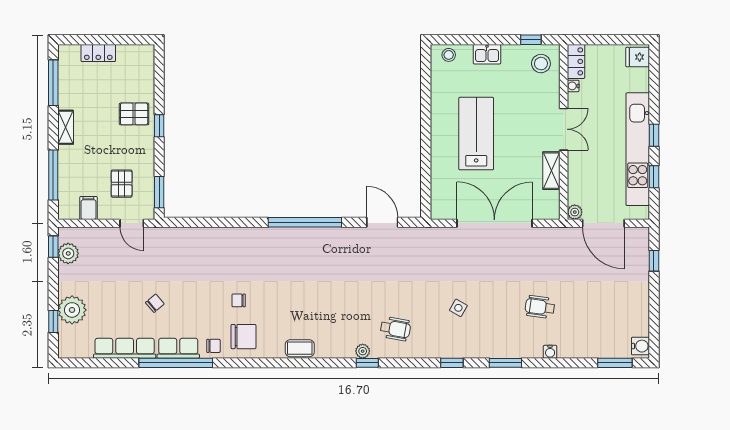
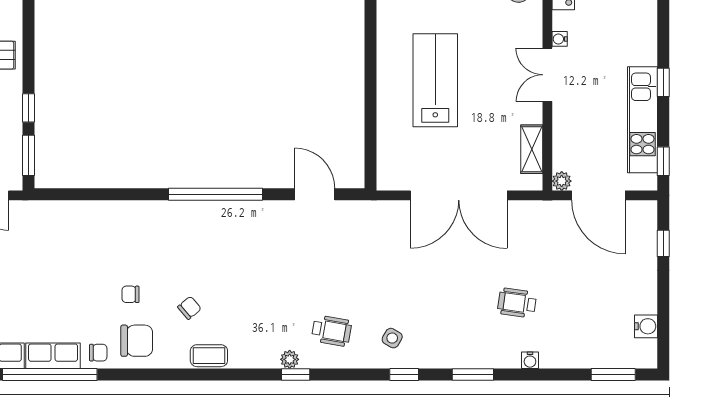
water cooler: (573, 86) -> (560, 39), moved
window: (159, 126) -> (29, 108), moved
double door: (564, 129) -> (547, 75), swing flipped
kitchen unit: (638, 149) -> (642, 120), width x0.73
shelving: (551, 171) -> (532, 149), moved
window: (654, 177) -> (663, 161), moved
double door: (494, 223) -> (459, 195), swing flipped
chair: (155, 303) -> (189, 308), moved
side table: (458, 308) -> (392, 338), moved
water cooler: (640, 346) -> (646, 326), moved

